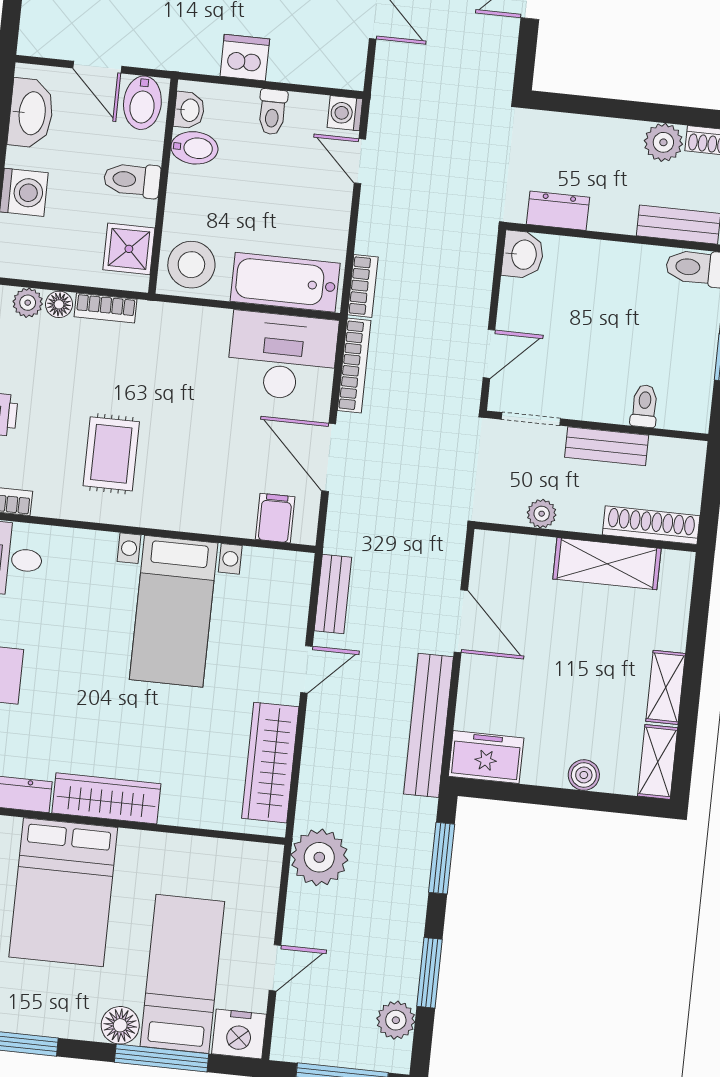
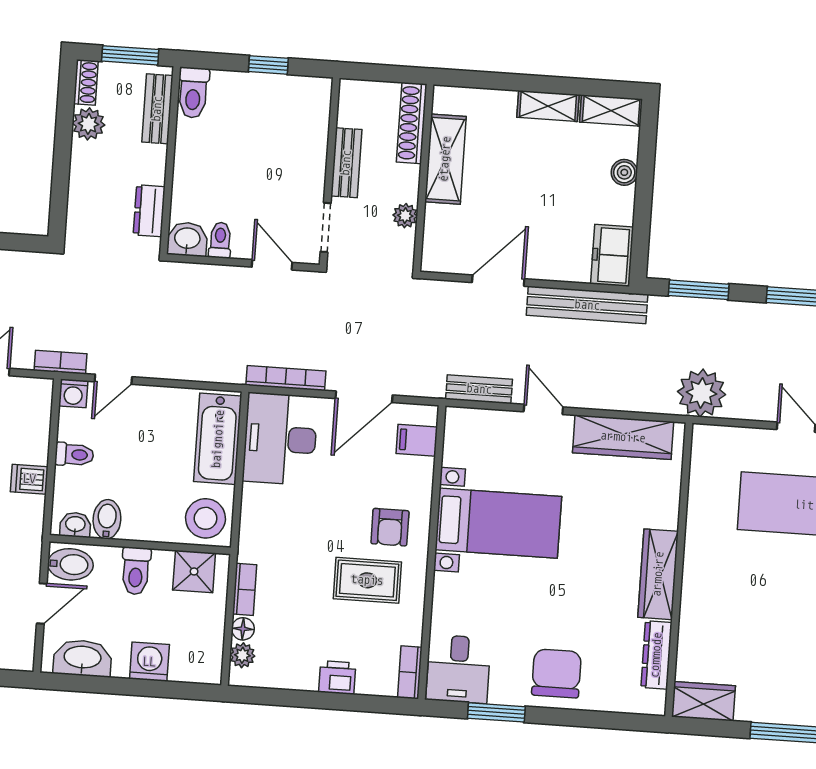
dishwasher: (245, 58) -> (29, 479), width x0.73
bookcase: (363, 286) -> (61, 362), moved
toilet: (644, 406) -> (220, 240), moved, turned 90
armchair: (173, 483) -> (390, 527), added
bed: (63, 892) -> (739, 608), removed

